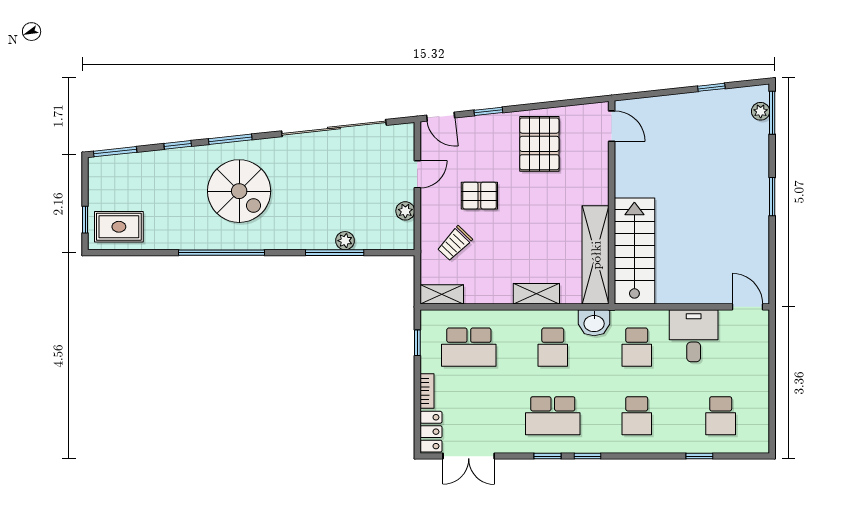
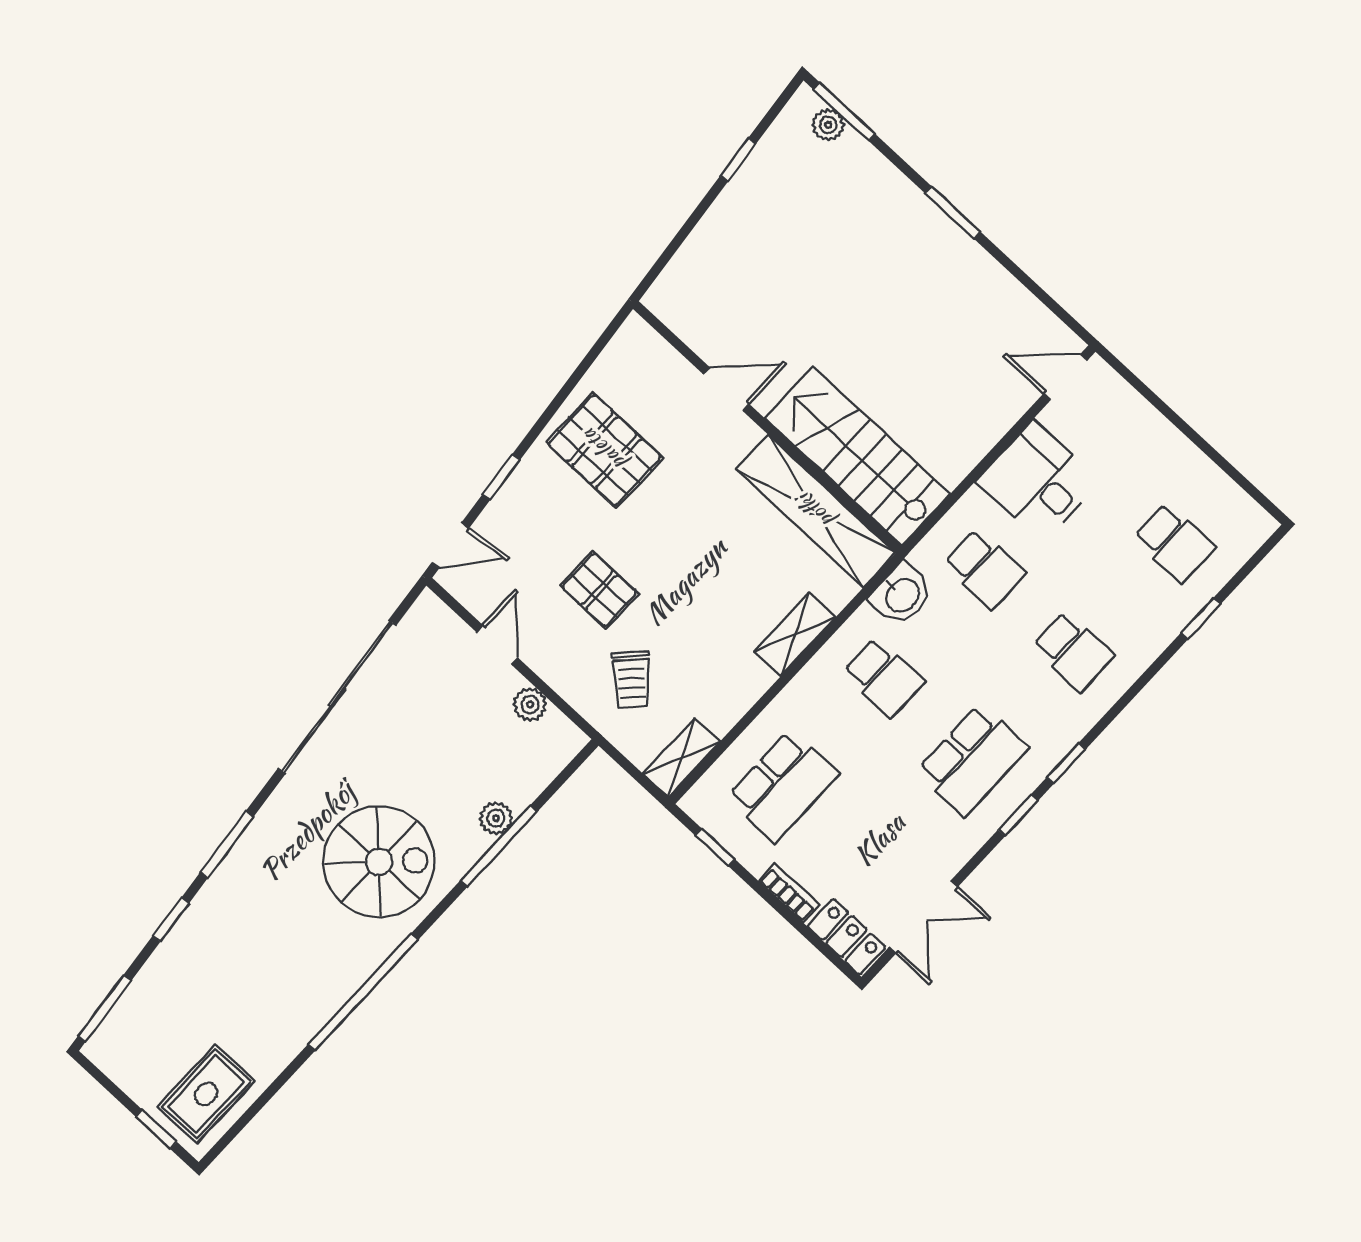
door: (612, 126) -> (726, 389), moved
spiral stairs: (239, 191) -> (379, 862), moved
pallet: (479, 196) -> (599, 590), turned 90

